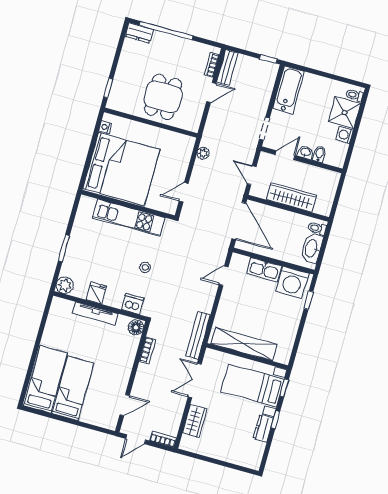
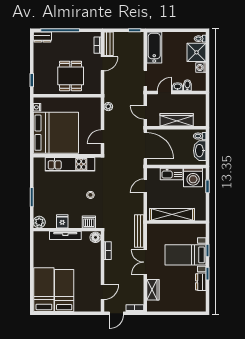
shelving: (244, 344) -> (172, 214), moved
wall: (247, 356) -> (176, 222), moved

